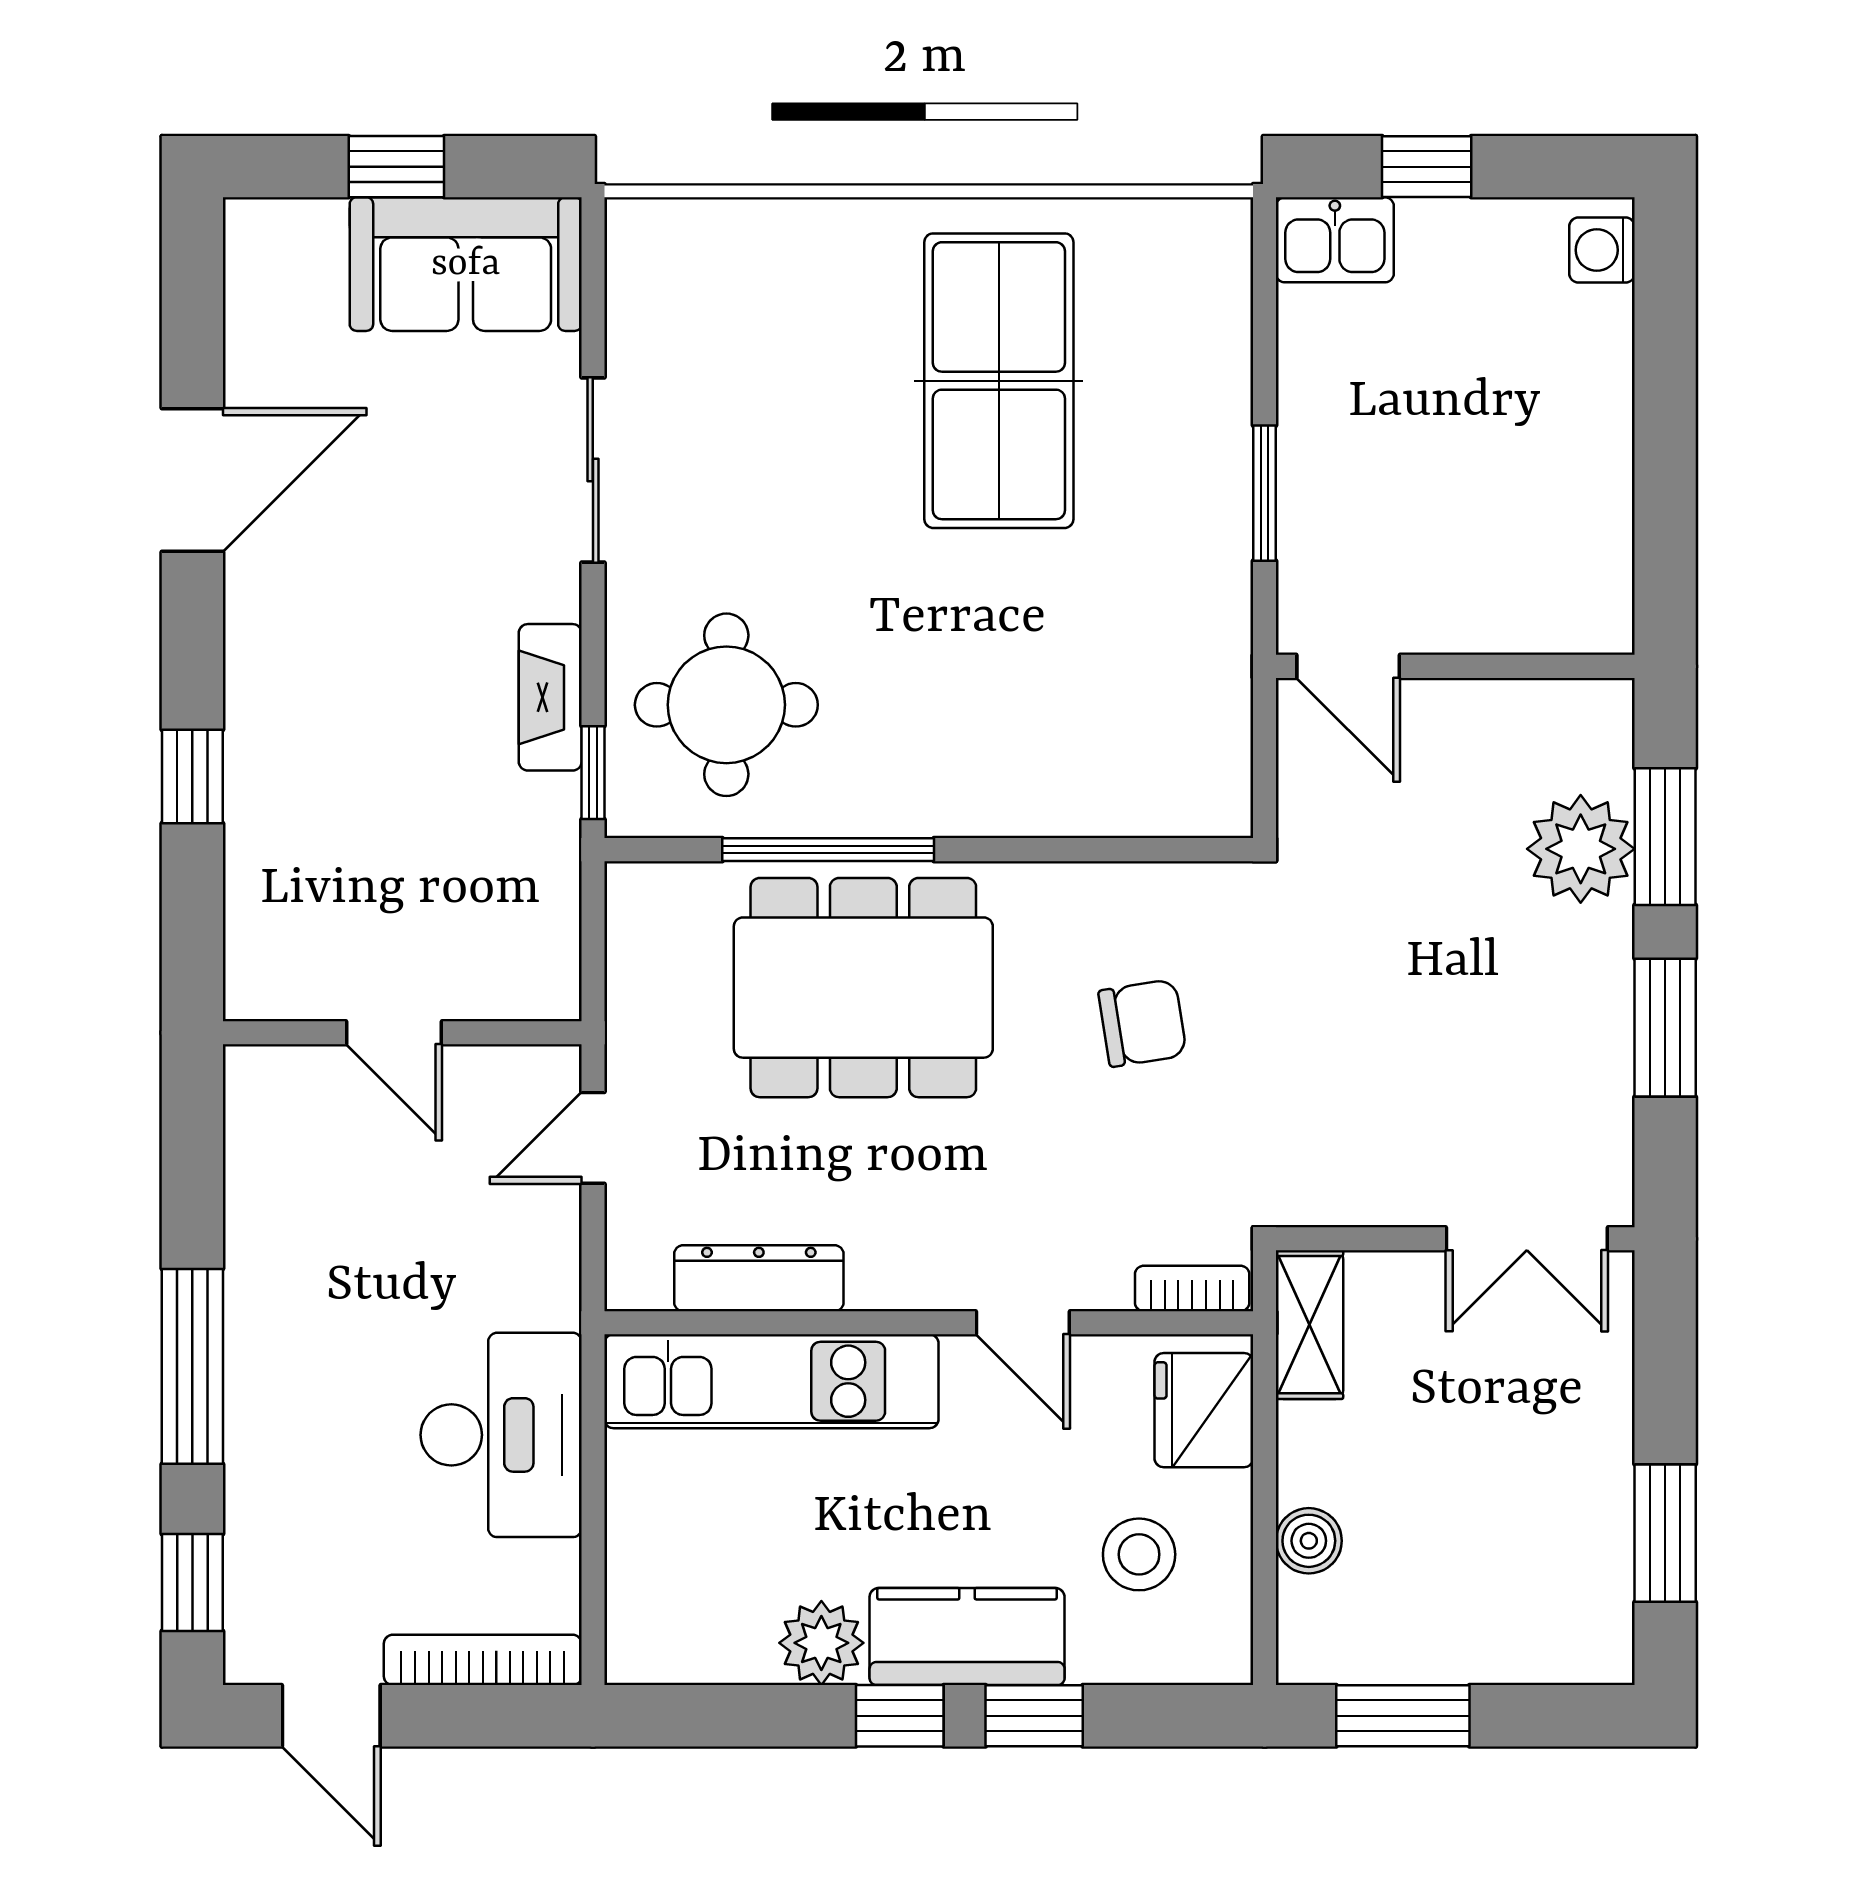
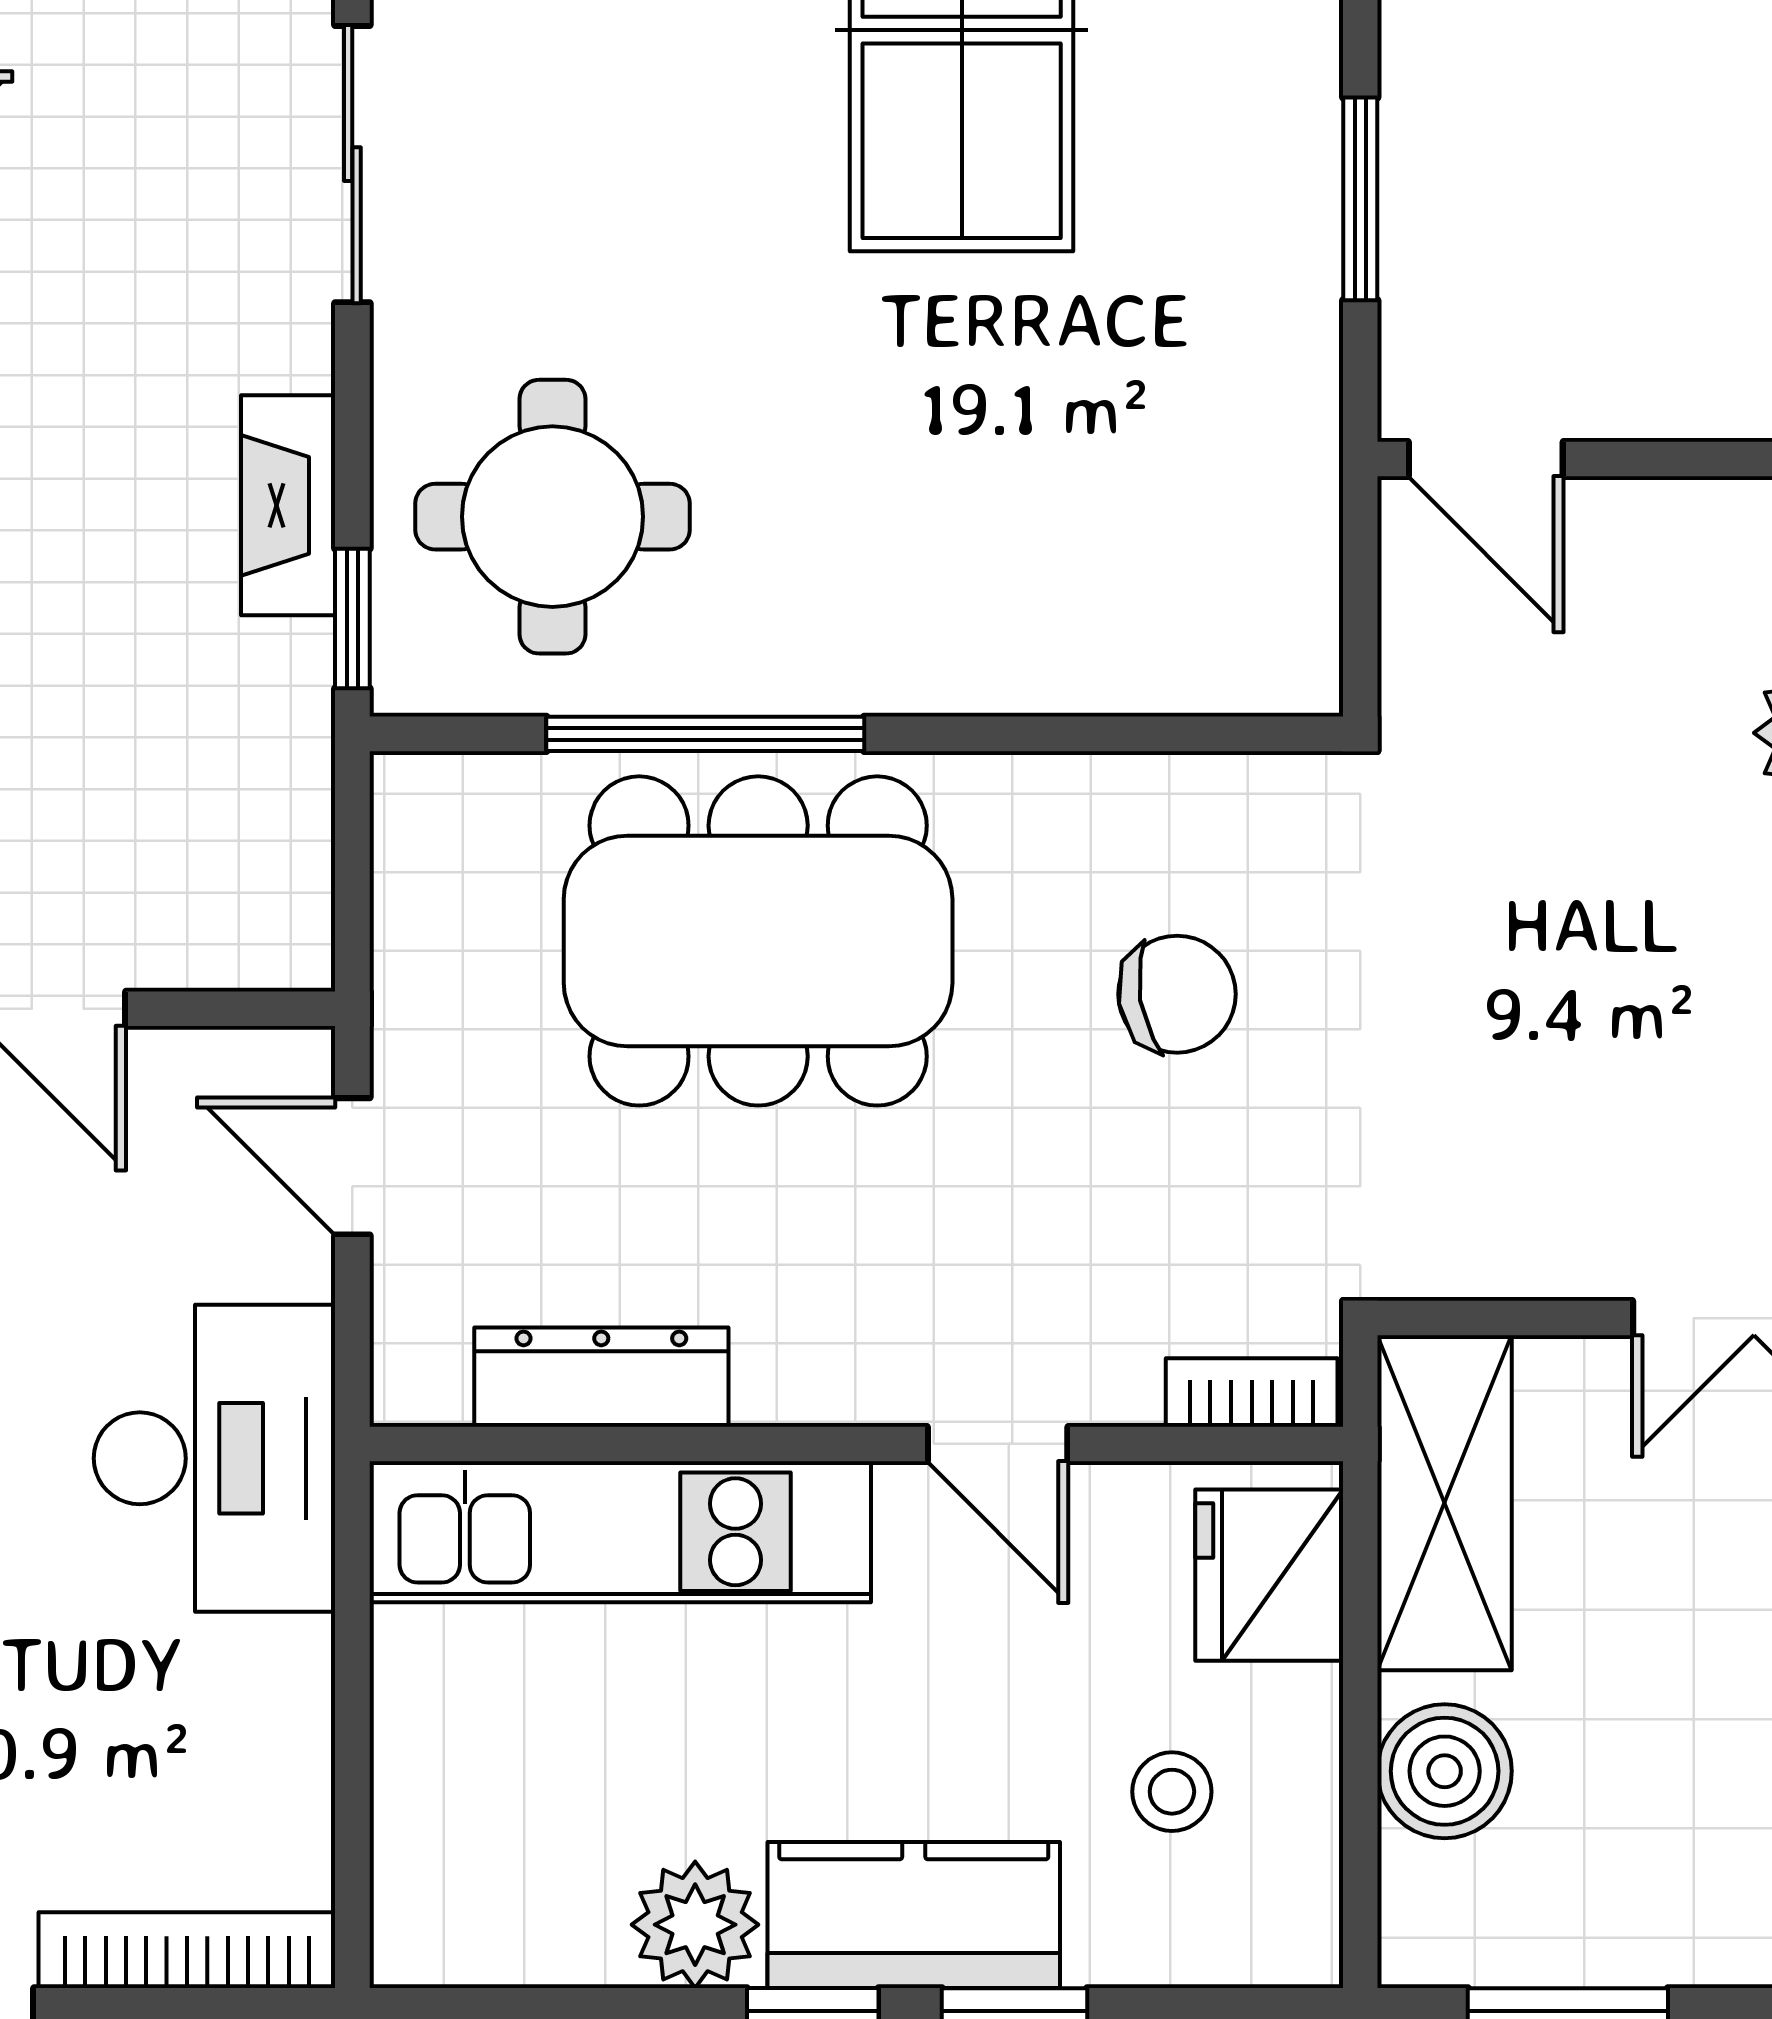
door: (593, 1138) -> (352, 1166), hinge flipped
shelving: (1309, 1325) -> (1444, 1503), width x1.50, depth x1.33
desk: (501, 1435) -> (215, 1458), moved
boiler: (1309, 1541) -> (1445, 1771), width x1.36, depth x1.36
stool: (1139, 1554) -> (1172, 1792), width x0.73, depth x0.73

